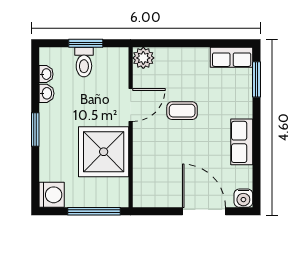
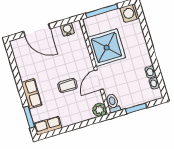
toilet: (84, 62) -> (113, 103), moved
window: (35, 130) -> (151, 49), removed
row of seats: (242, 142) -> (32, 94), moved
water cooler: (243, 198) -> (68, 29), moved

